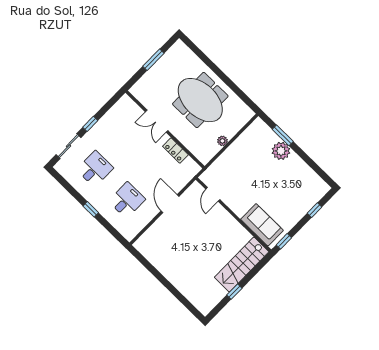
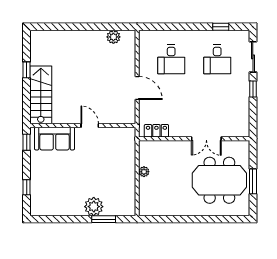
meeting table: (200, 100) -> (219, 180), moved
double door: (157, 121) -> (206, 139), swing flipped
locker: (175, 151) -> (156, 131), moved
door: (213, 194) -> (90, 126), moved
window: (91, 209) -> (221, 27), moved
plant: (152, 255) -> (113, 37), added

